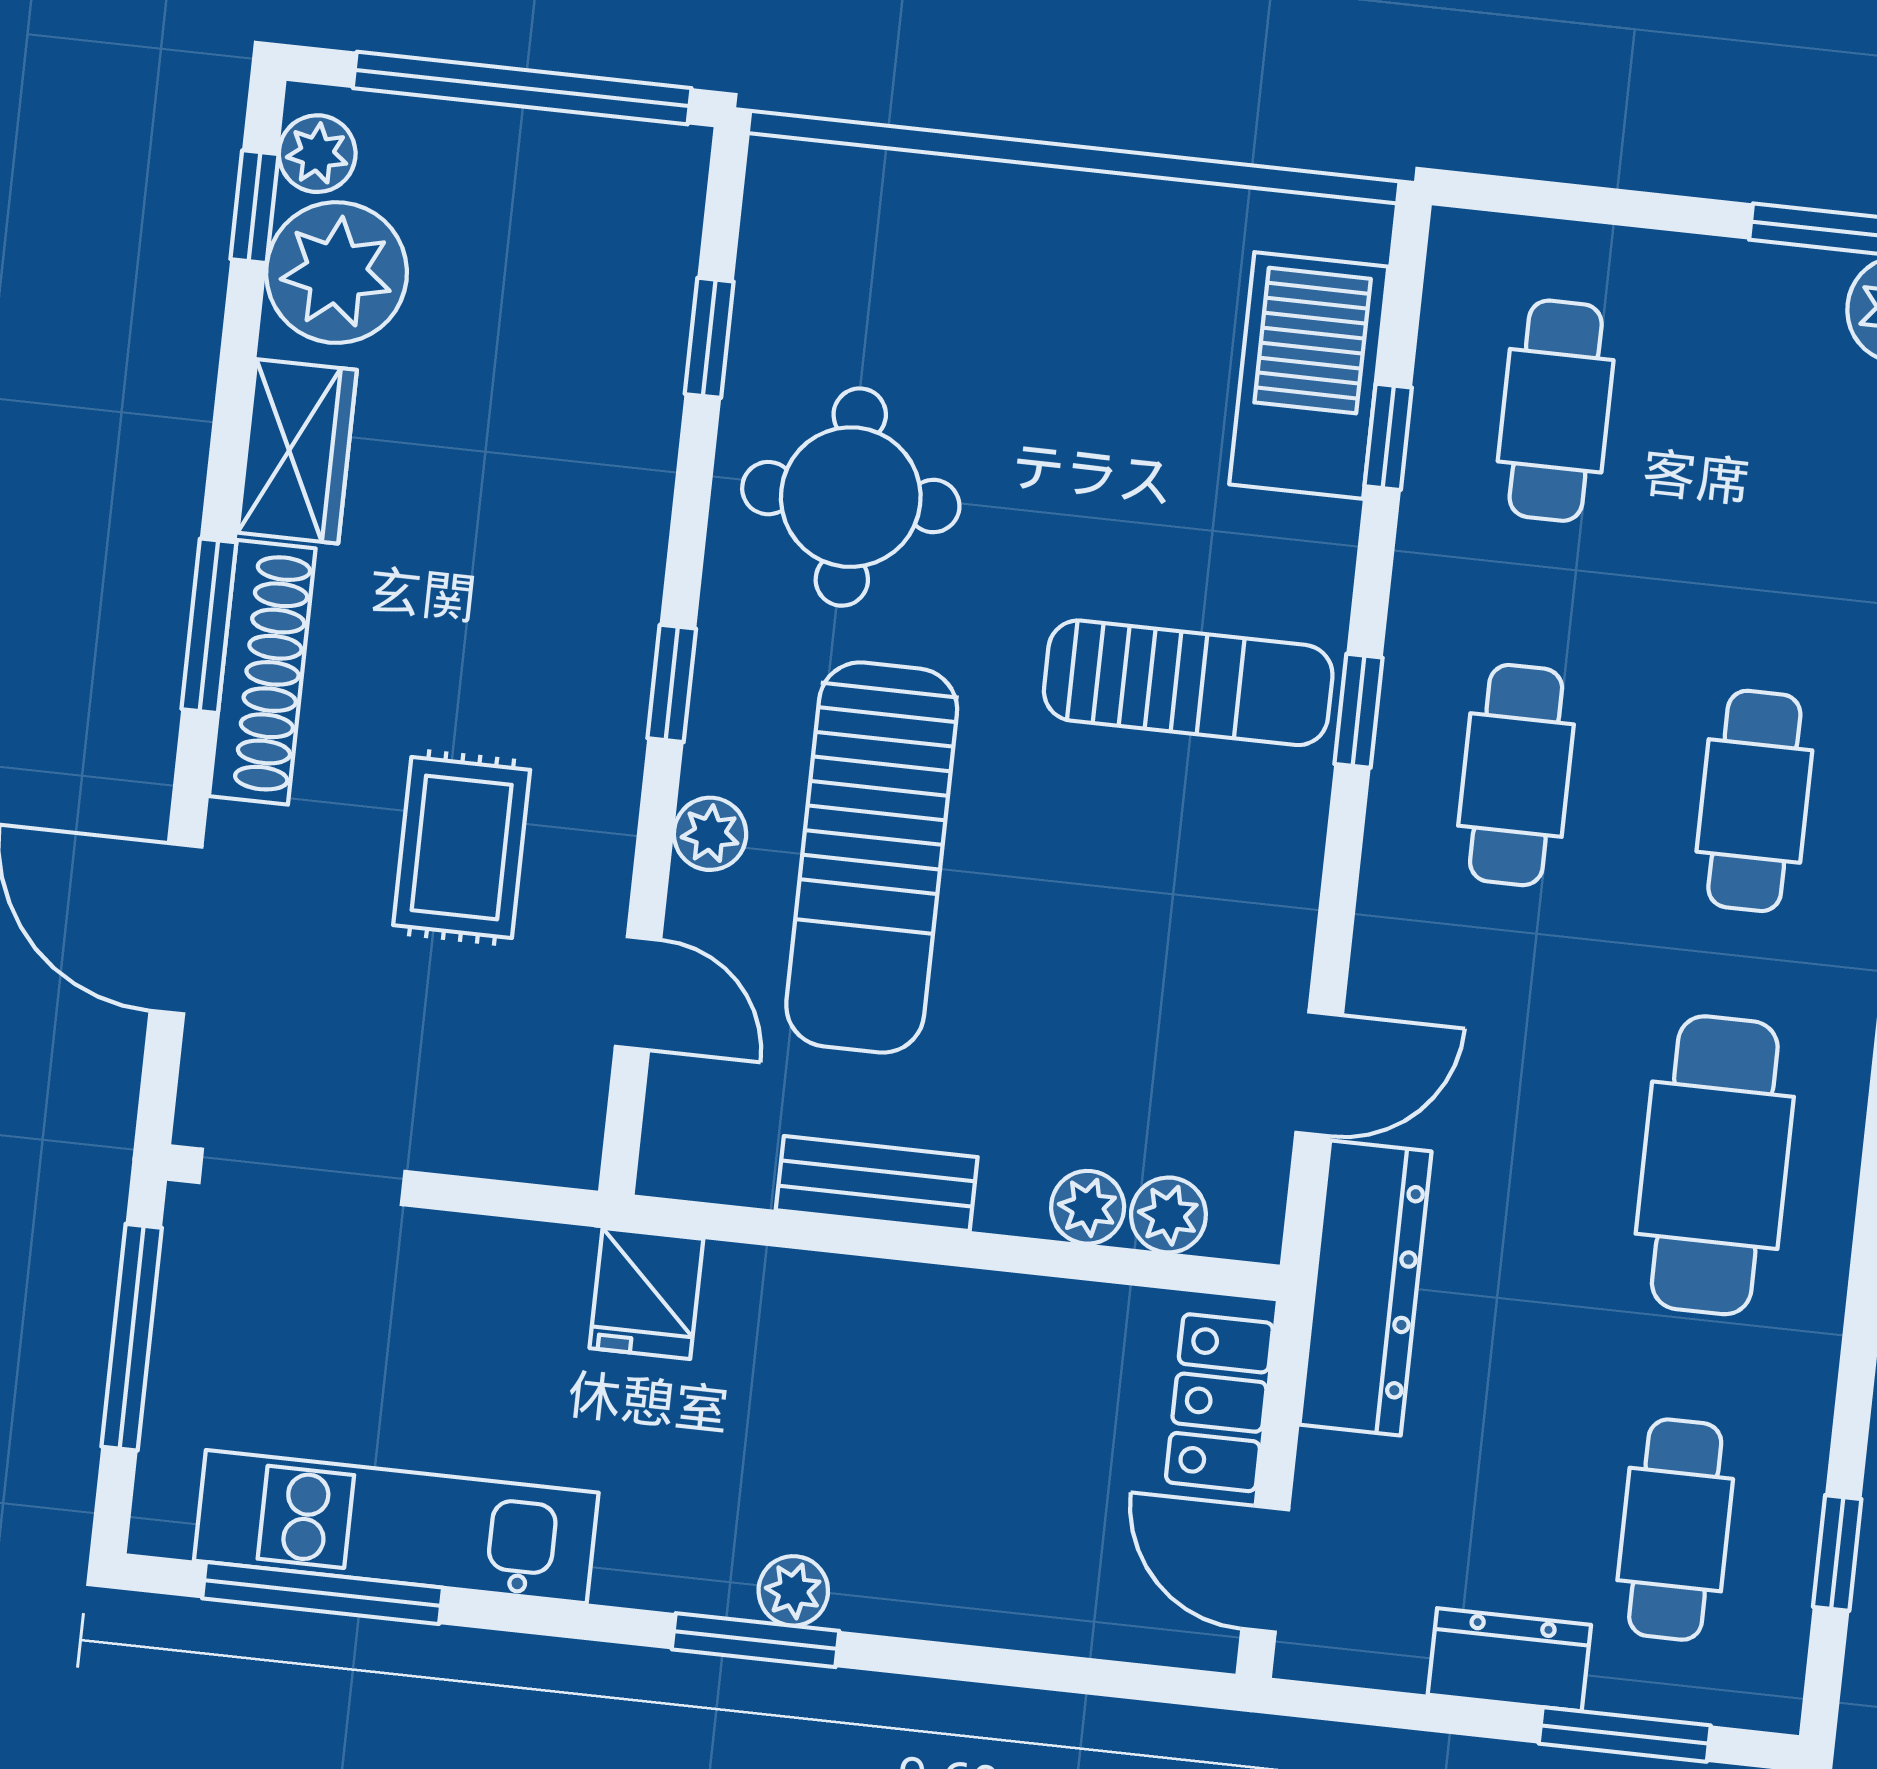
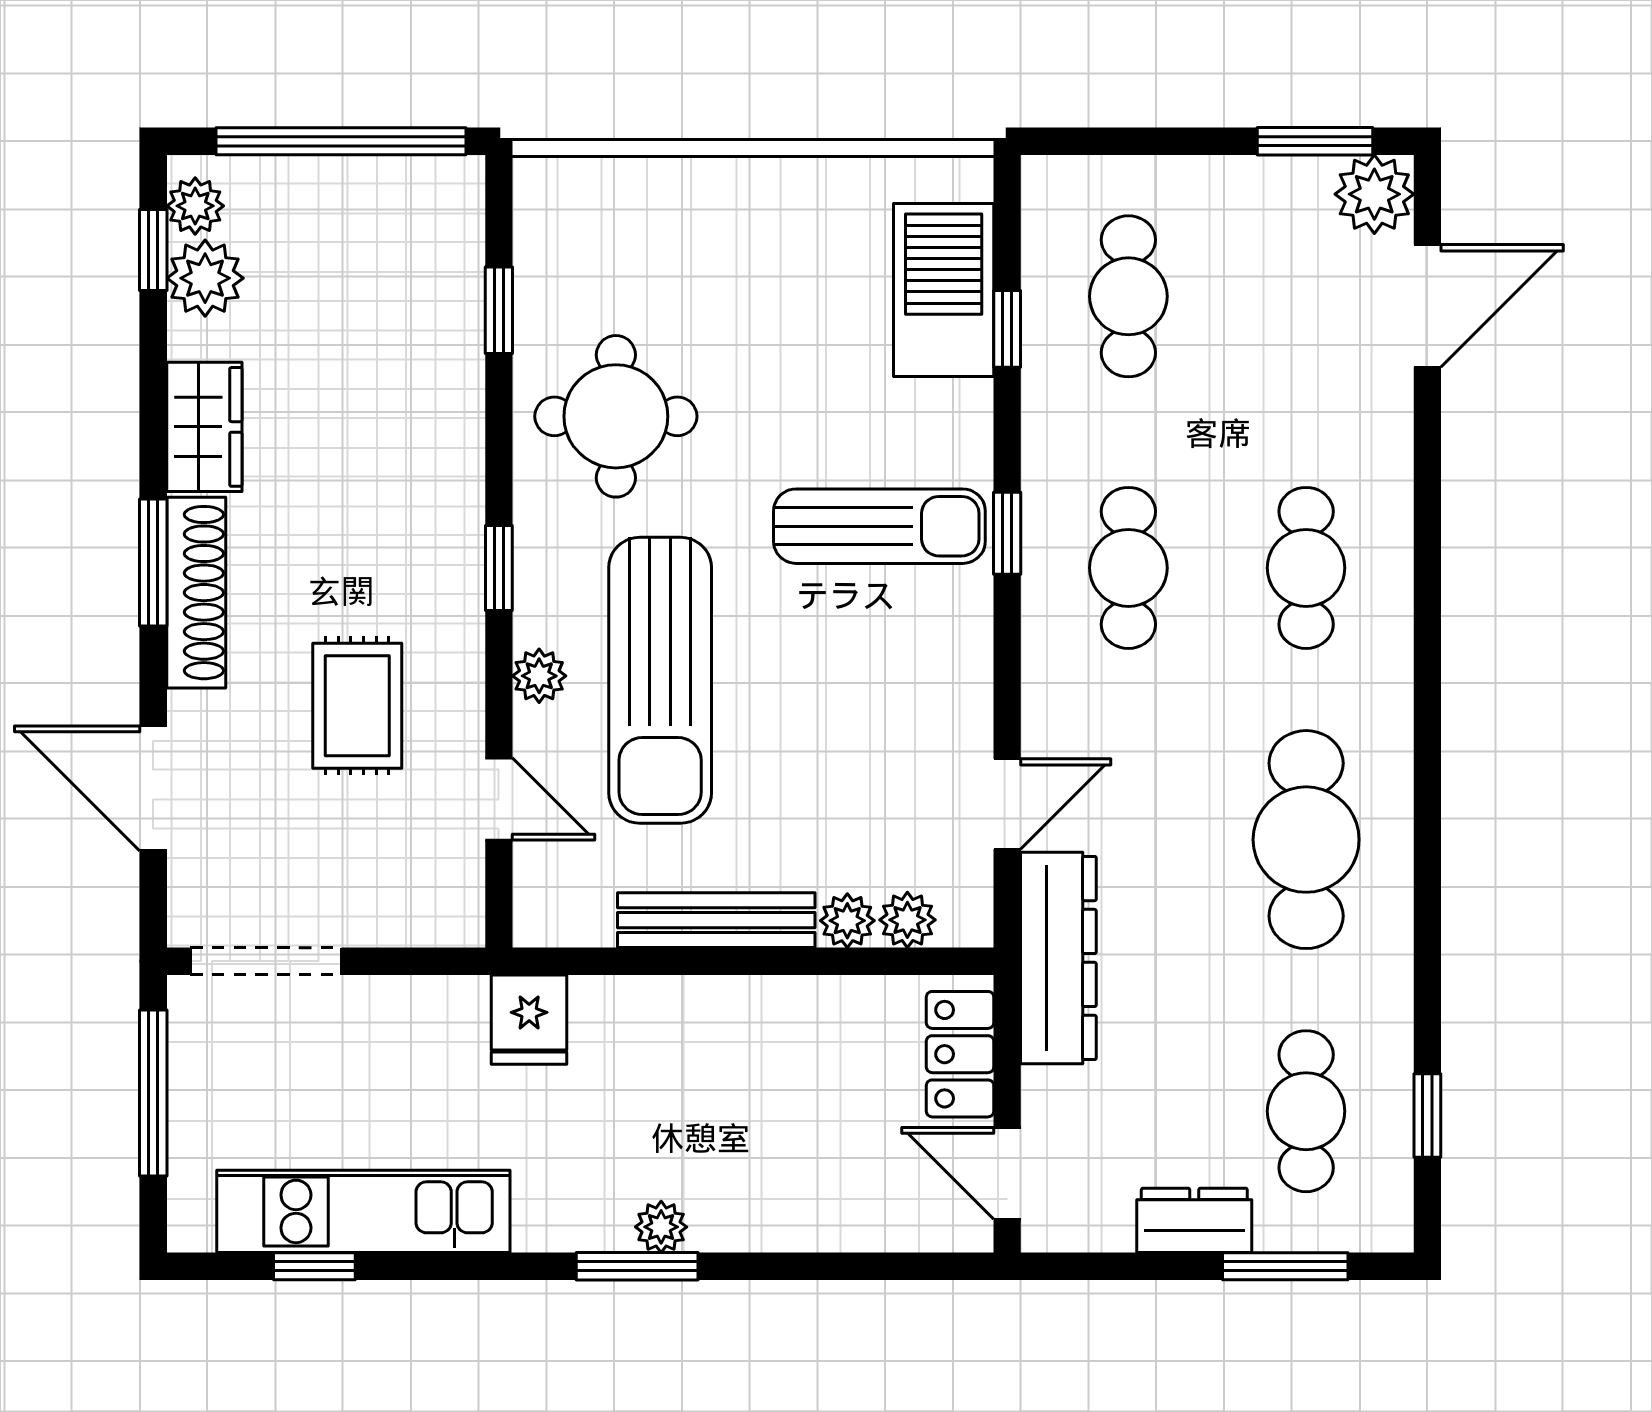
plant: (337, 273) -> (205, 278), width x0.73, depth x0.73
bench: (877, 1184) -> (716, 920), width x1.36
window: (323, 1593) -> (314, 1266), width x0.46

